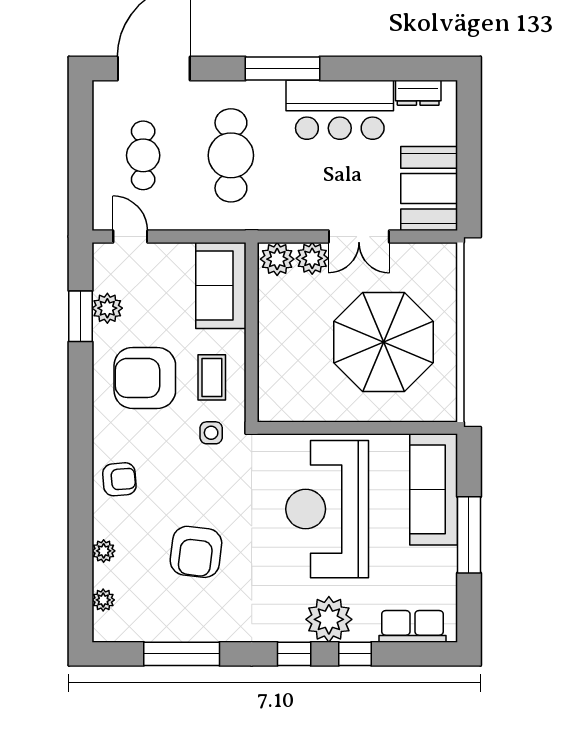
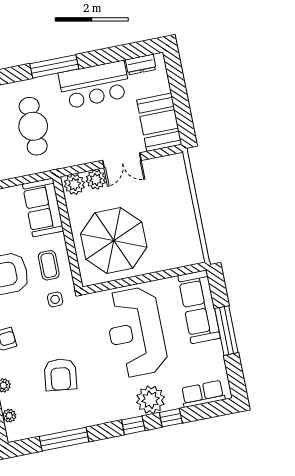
parasol: (383, 342) -> (114, 241), moved

